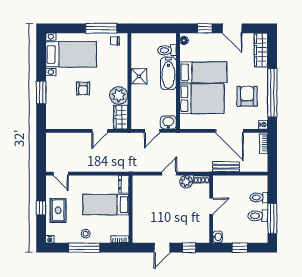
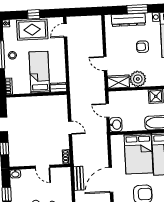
dresser: (52, 103) -> (128, 20), added
plant: (186, 182) -> (63, 143), removed
rug: (58, 210) -> (32, 30), width x1.36, depth x1.43

